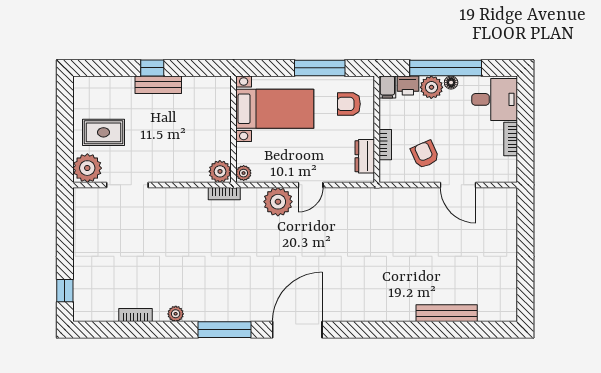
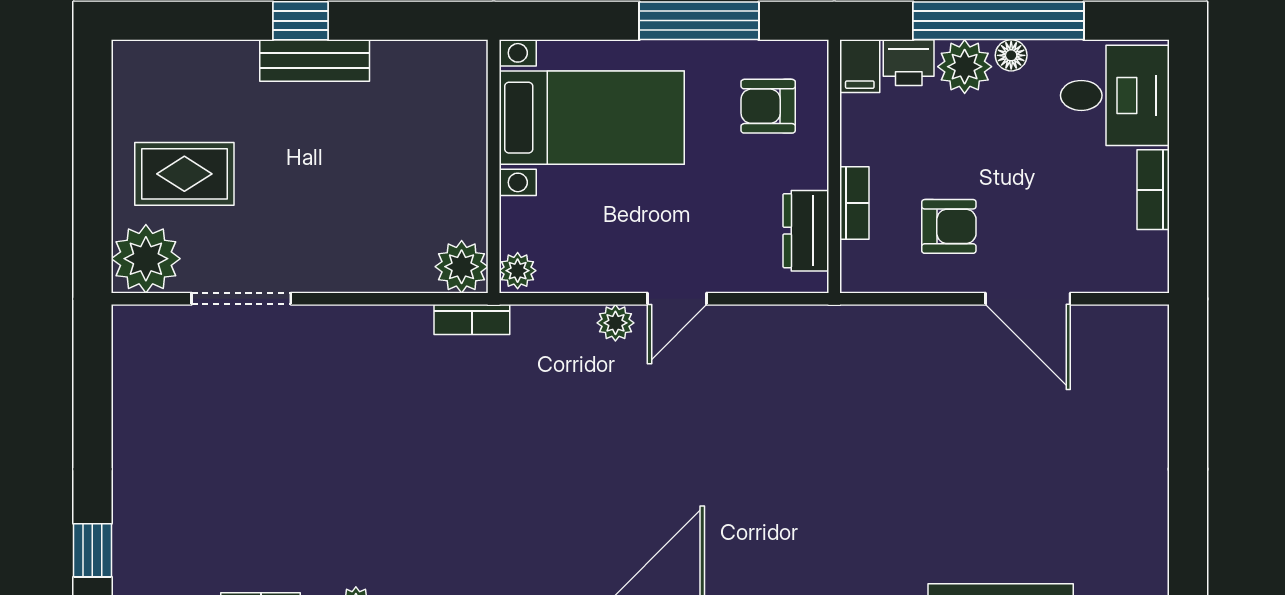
armchair: (425, 154) -> (949, 226), turned 114
plant: (278, 202) -> (615, 323), width x0.53, depth x0.53

